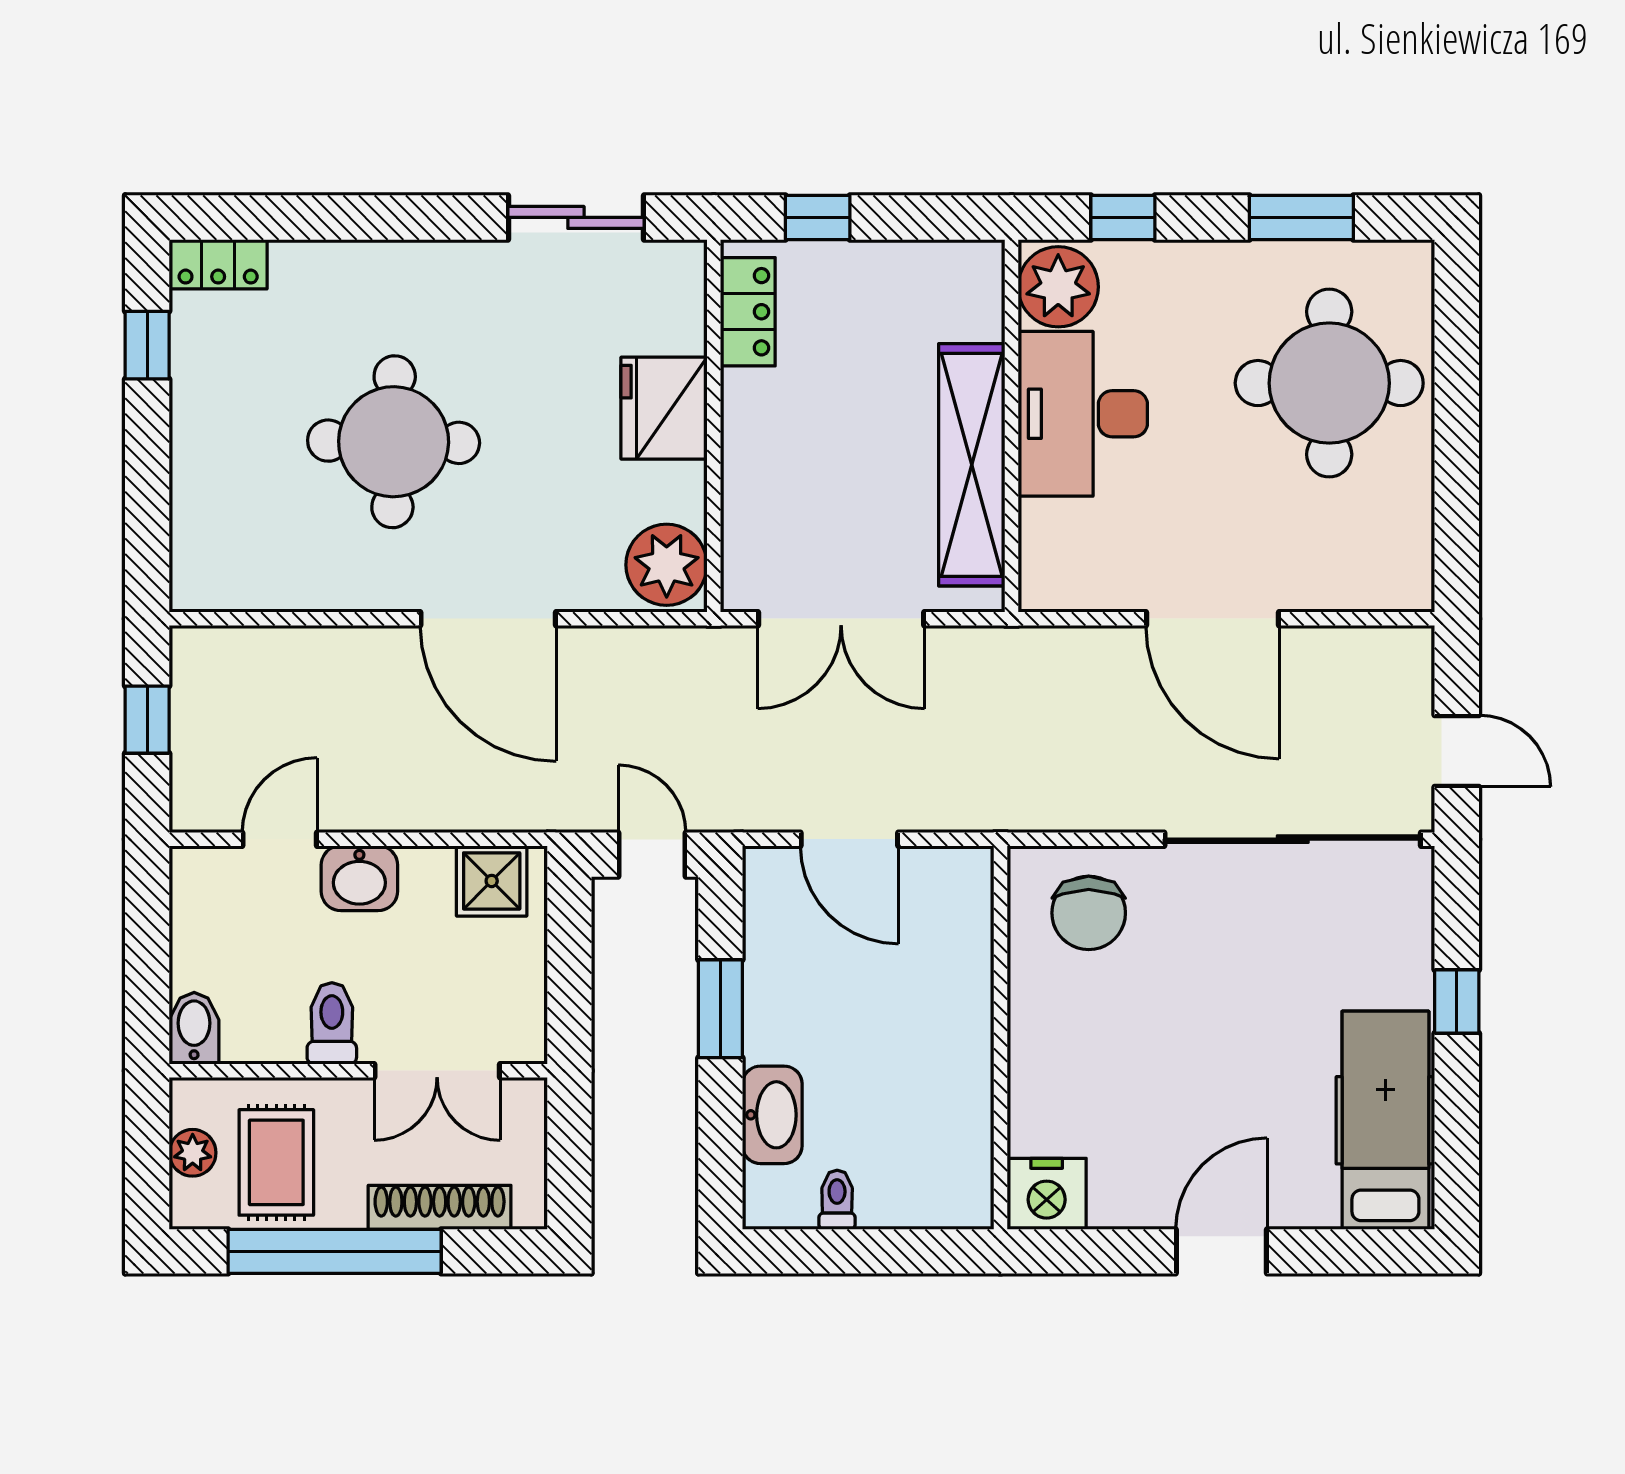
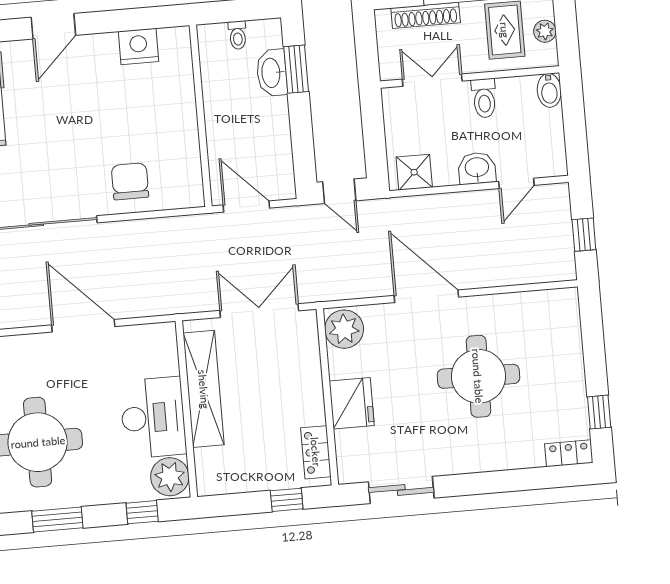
window: (720, 1009) -> (296, 69), moved
wall: (1000, 1038) -> (201, 116), moved

